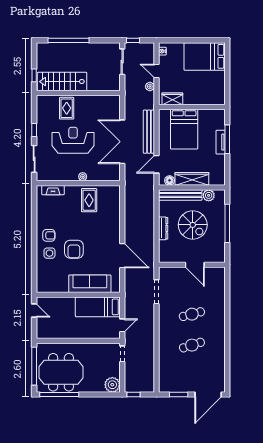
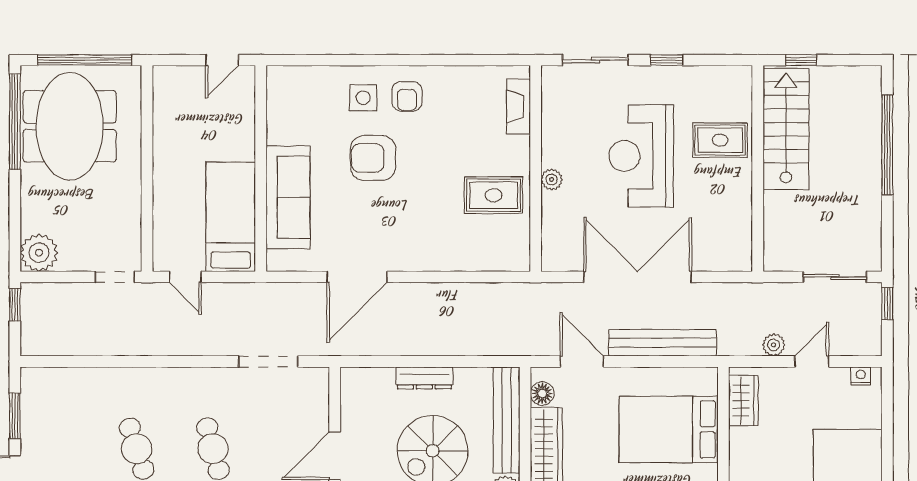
reception desk: (73, 140) -> (641, 156), turned 180

